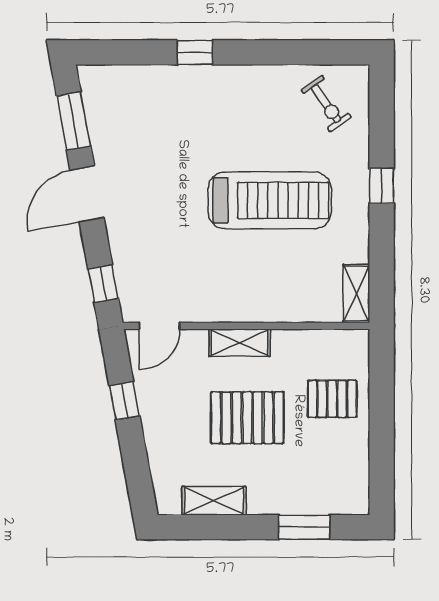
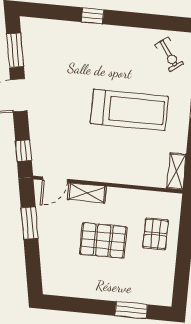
shelving: (240, 343) -> (87, 193), moved
pallet: (332, 399) -> (156, 234), turned 90
window: (124, 401) -> (30, 223), width x1.50
shelving: (214, 501) -> (78, 289), removed

